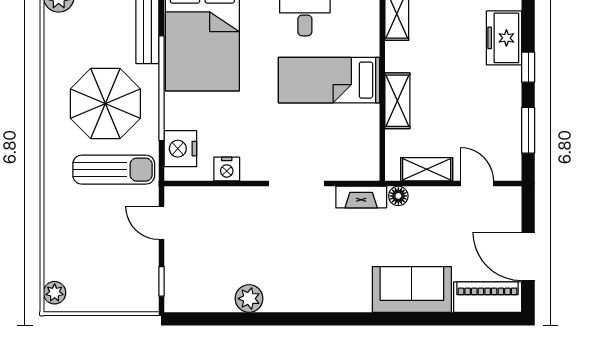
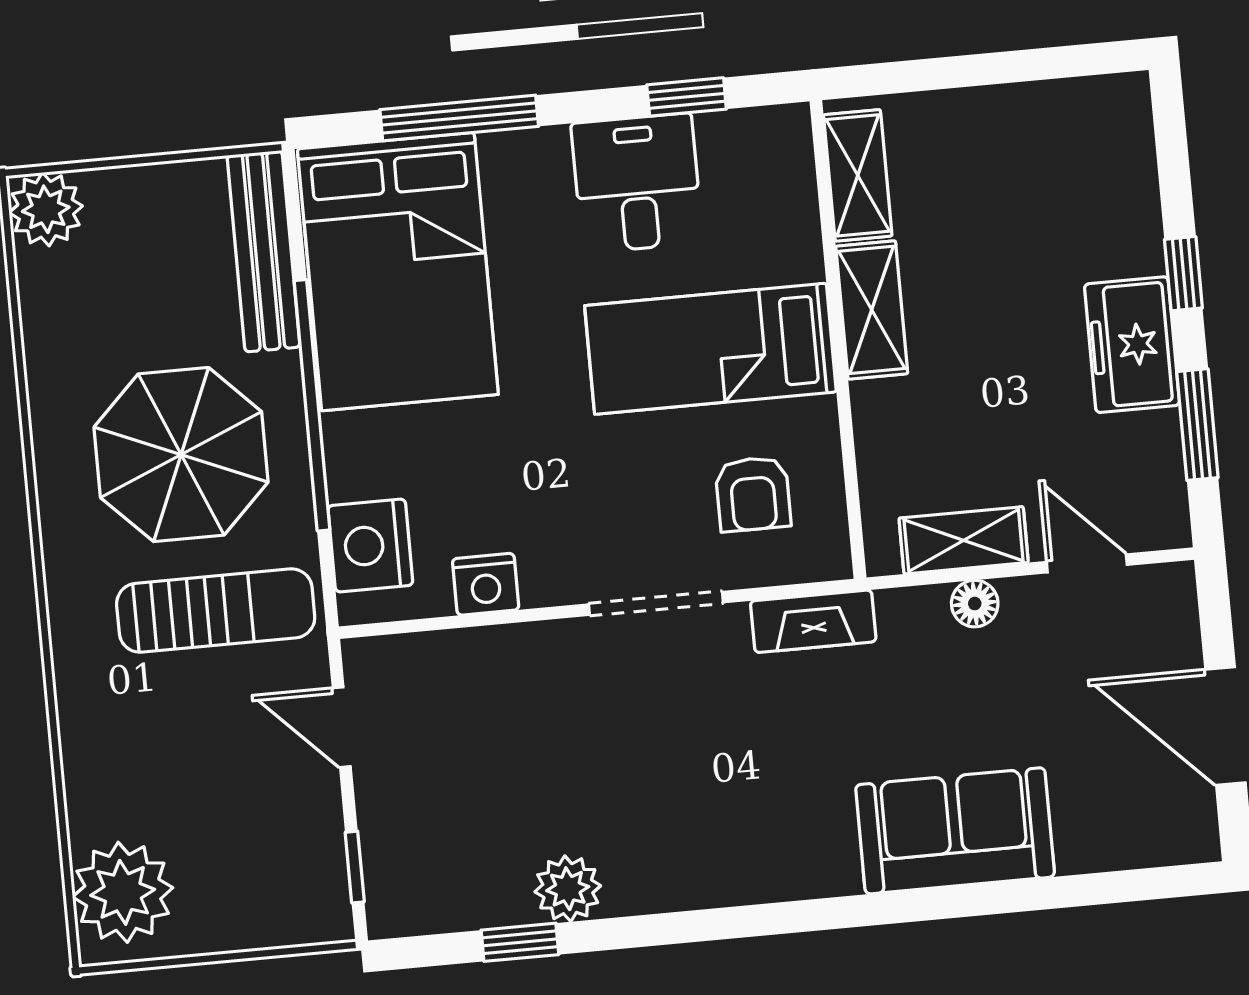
freezer: (504, 38) -> (1132, 345), moved
shelving: (397, 101) -> (872, 310), moved
armchair: (341, 142) -> (753, 494), added
floor lamp: (398, 196) -> (975, 604), moved
plant: (55, 293) -> (123, 892), width x1.87, depth x1.87
piano: (488, 297) -> (1138, 833), removed
window: (227, 319) -> (520, 942), added

